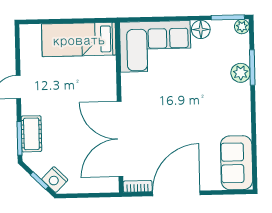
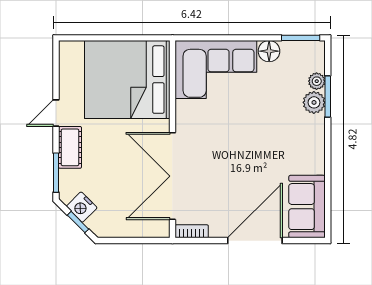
plant: (242, 27) -> (317, 81), moved
bed: (79, 40) -> (127, 80), width x2.04
cot: (31, 134) -> (70, 147), moved
nightstand: (55, 180) -> (82, 207), moved
door: (176, 193) -> (255, 241), moved

